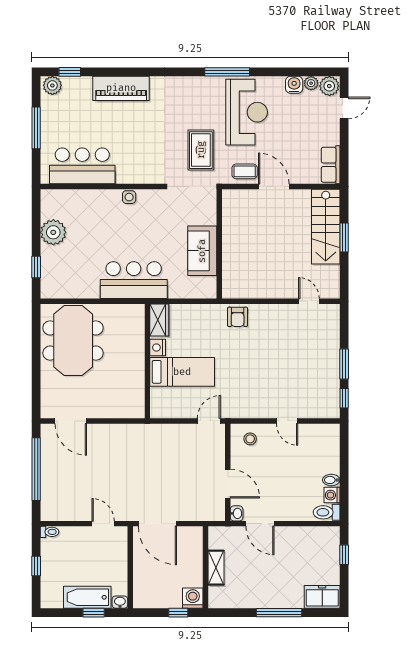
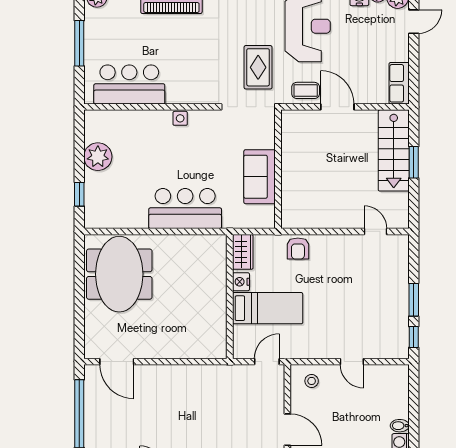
wardrobe: (159, 320) -> (243, 252), moved
nightstand: (158, 348) -> (241, 282), moved
wall: (147, 361) -> (230, 297), moved
bed: (182, 372) -> (268, 308), moved

